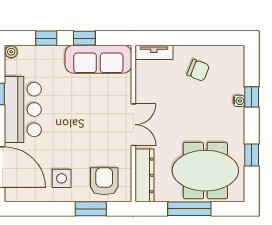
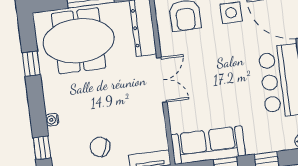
window: (252, 97) -> (42, 148), moved
double door: (133, 125) -> (162, 80), swing flipped

